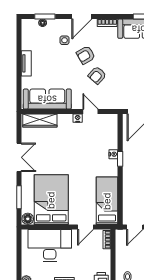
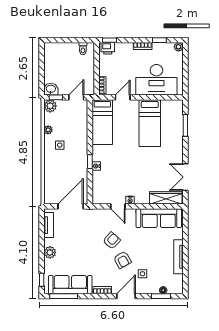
armchair: (86, 55) -> (122, 260), turned 91
tv unit: (26, 63) -> (179, 257), width x1.41
double door: (19, 157) -> (185, 177), moved
bed: (51, 200) -> (150, 123), width x0.67
floor lamp: (28, 219) -> (177, 105), removed

